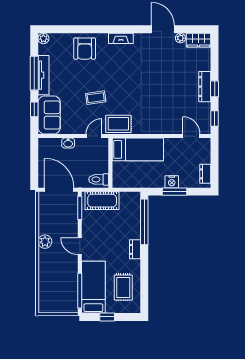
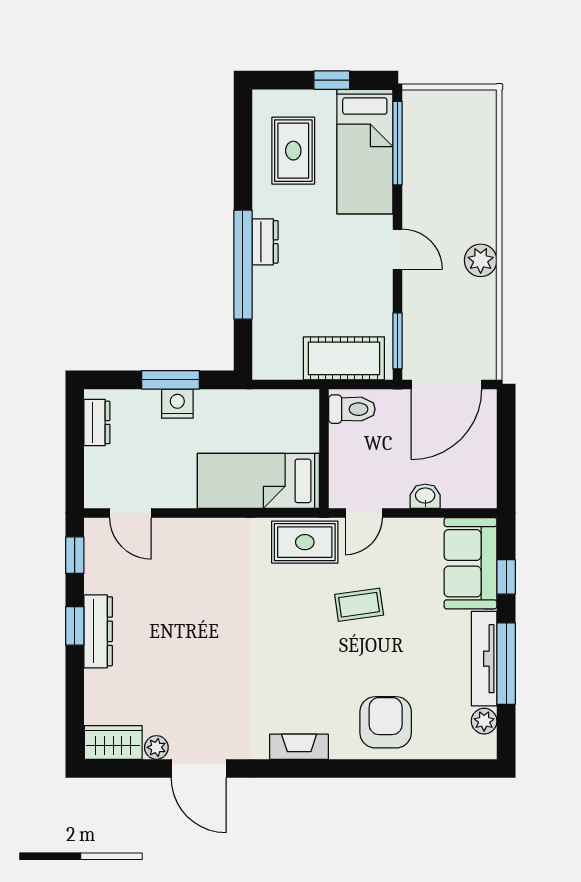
plant: (43, 38) -> (484, 721), moved
door: (59, 190) -> (446, 384), hinge flipped
window: (144, 222) -> (243, 265), moved

